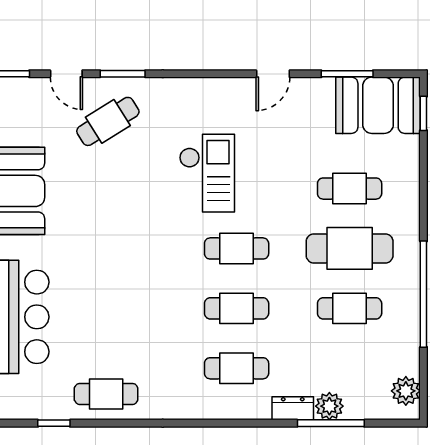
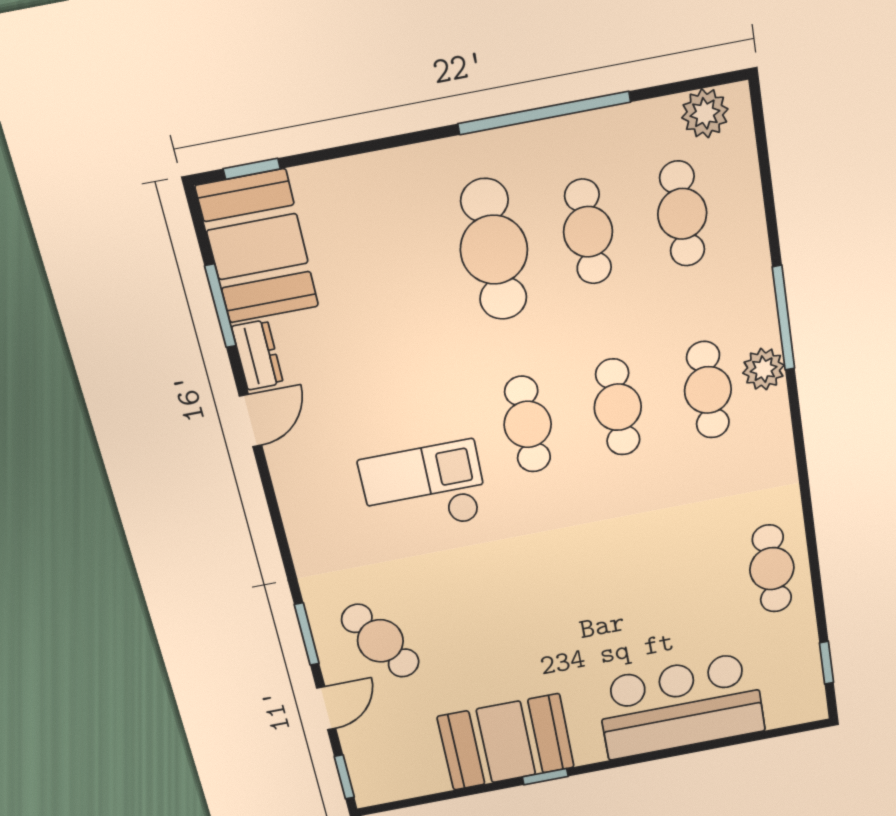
door: (273, 74) -> (251, 421), hinge flipped
cafe table: (350, 189) -> (682, 214), moved
plant: (329, 406) -> (764, 369), moved
dresser: (293, 408) -> (257, 355), moved, turned 180
window: (54, 423) -> (827, 663), moved
window: (331, 423) -> (784, 318), moved

